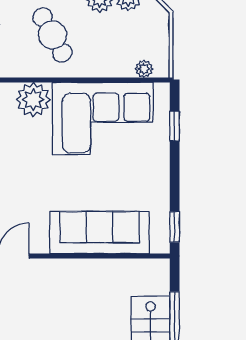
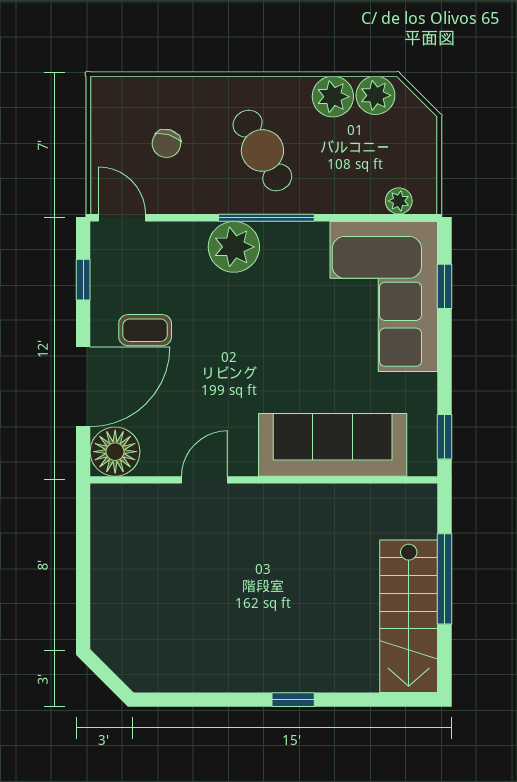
window: (55, 80) -> (266, 218), added
corner sofa: (103, 118) -> (384, 296), moved, turned 90

